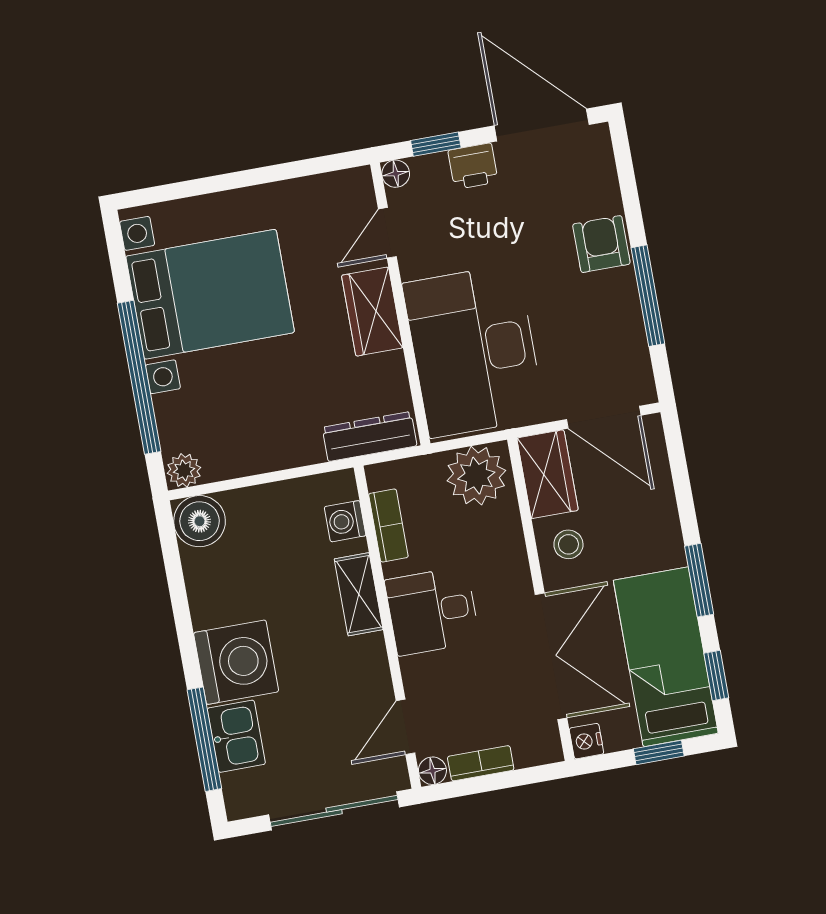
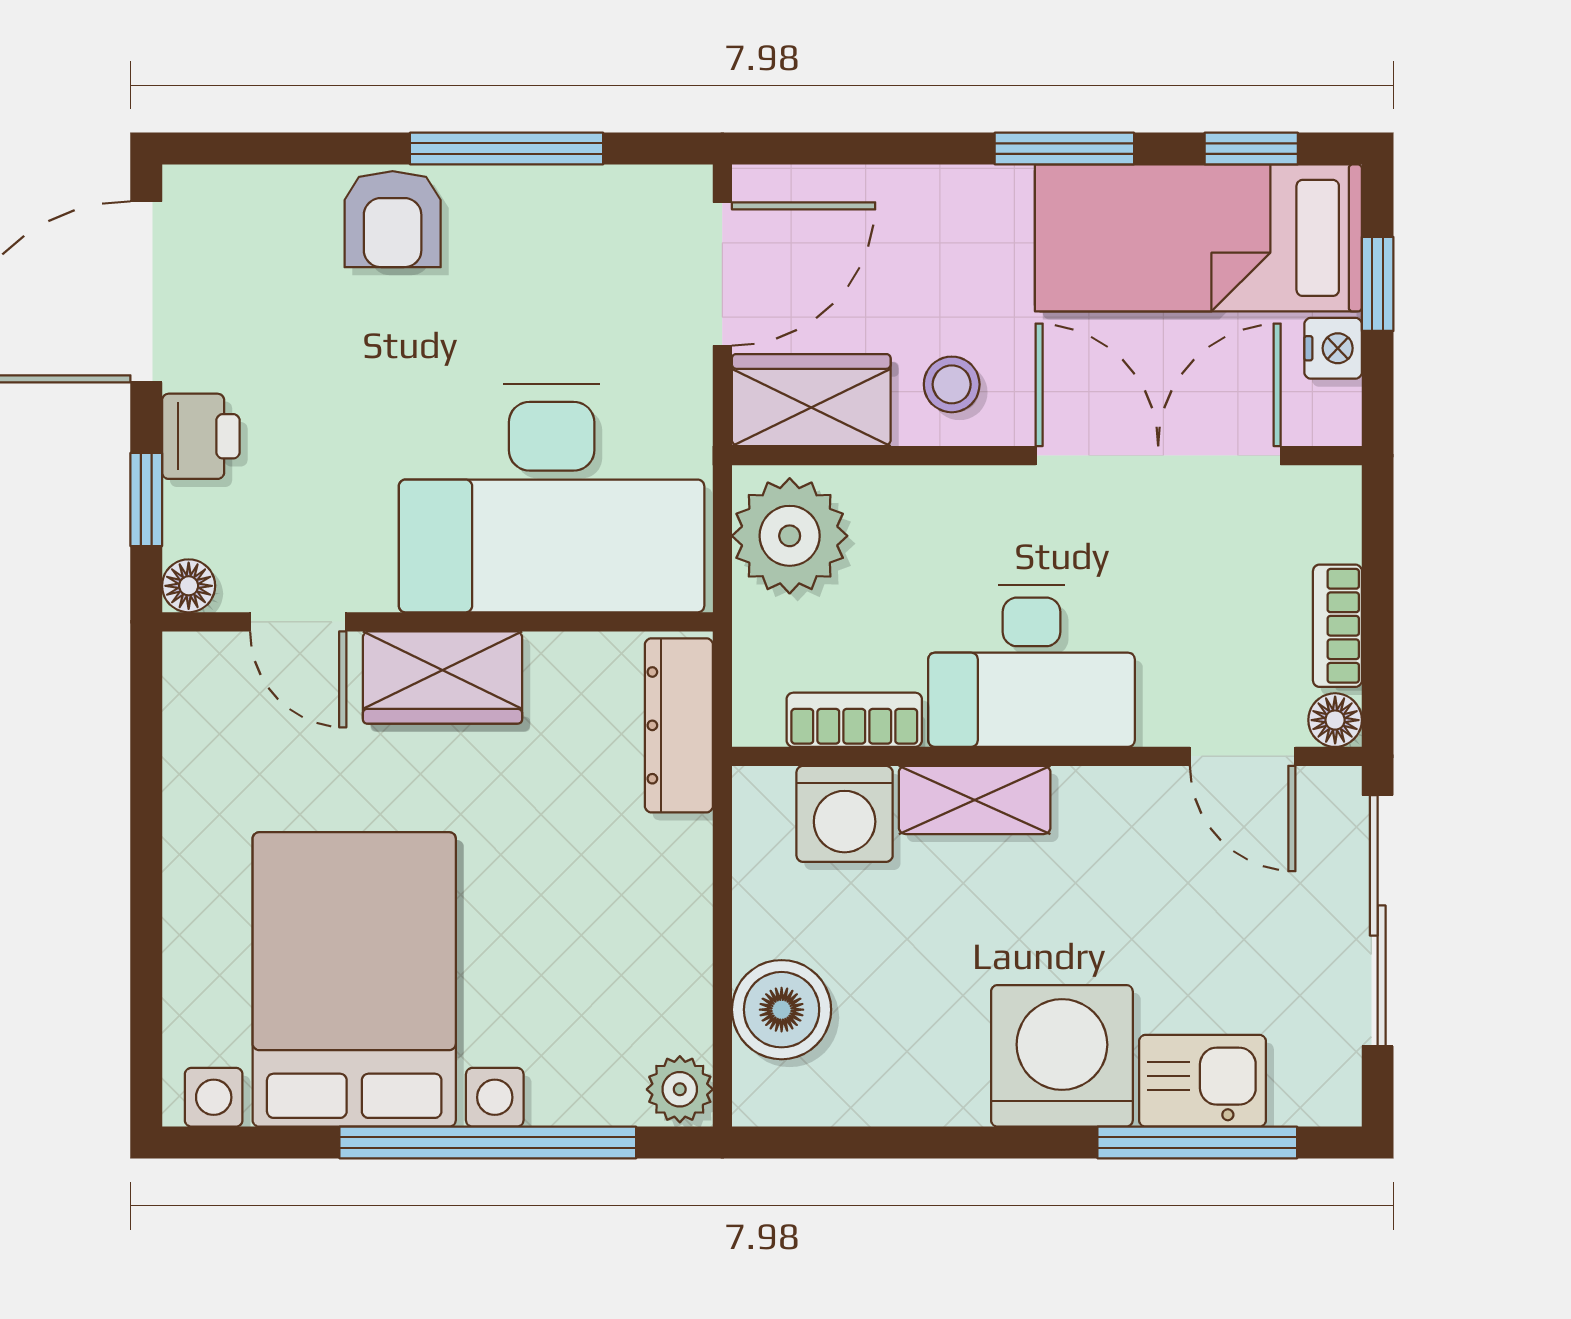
armchair: (601, 244) -> (393, 219), turned -90
boiler: (200, 521) -> (782, 1010), moved
washing machine: (345, 521) -> (845, 814), width x1.38, depth x1.38
desk: (432, 611) -> (1031, 666), width x1.37
nightstand: (586, 741) -> (1333, 348), moved, turned -90

